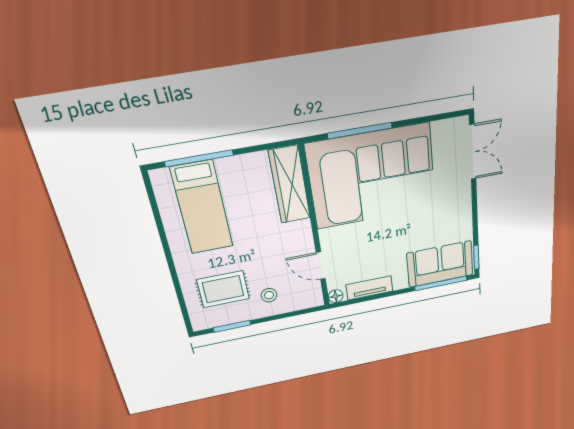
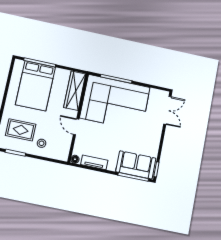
bed: (202, 208) -> (35, 86), width x1.50
door: (321, 266) -> (76, 127), moved

